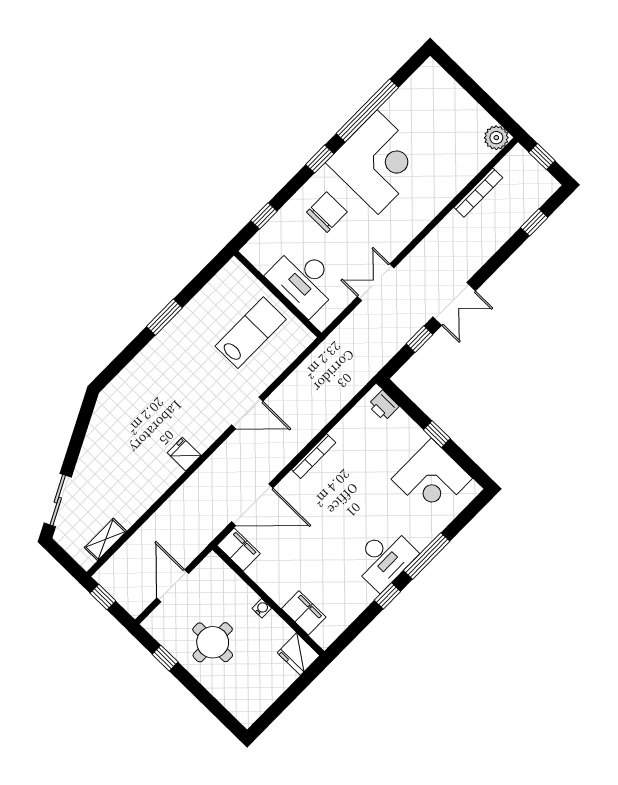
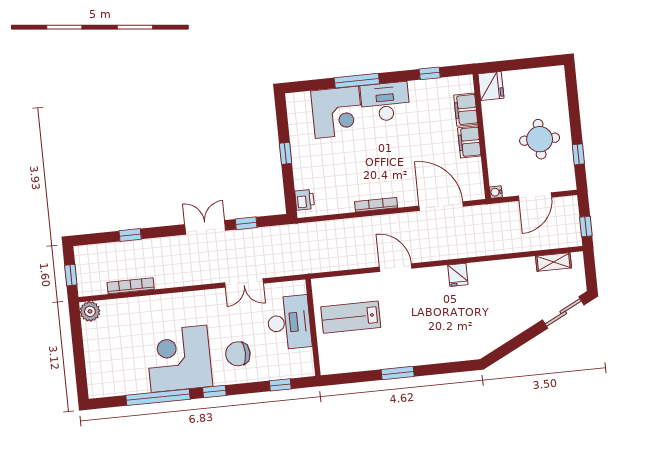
window: (534, 222) -> (130, 235), moved
corner desk: (432, 479) -> (337, 112), moved, turned 90
filing cabinet: (239, 549) -> (469, 142), moved
window: (387, 596) -> (430, 73), moved
water cooler: (262, 608) -> (496, 192), moved

